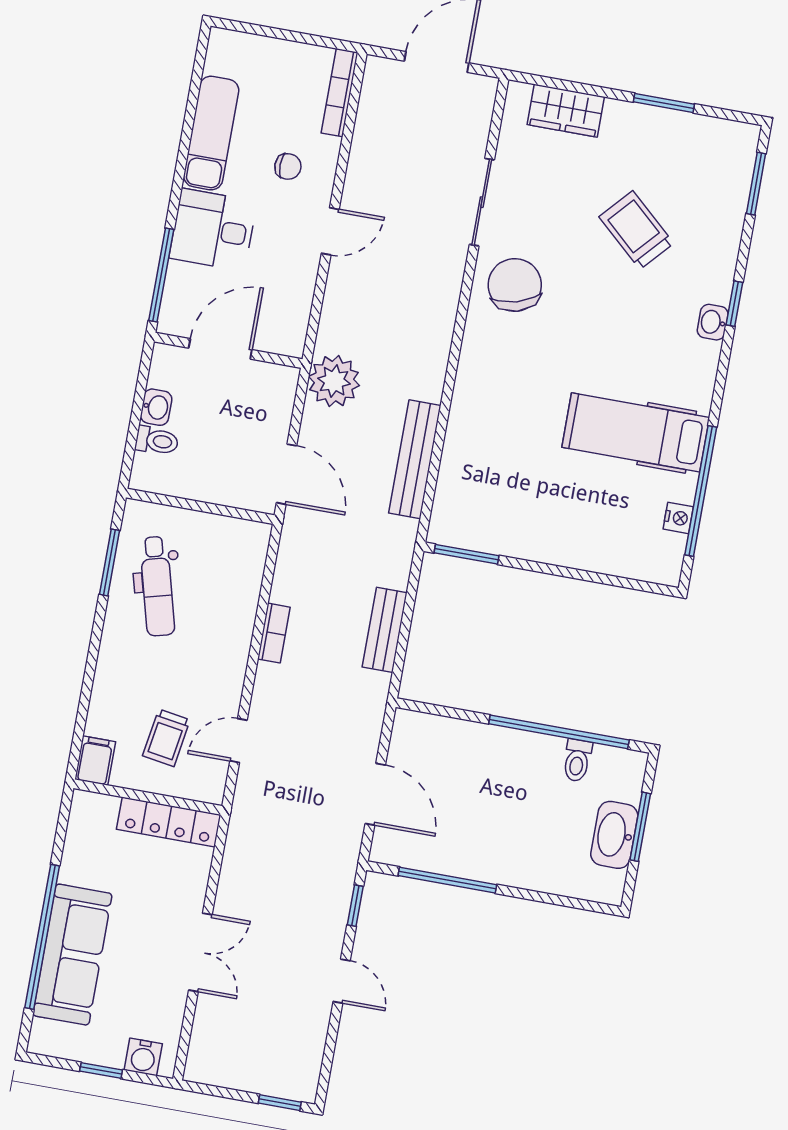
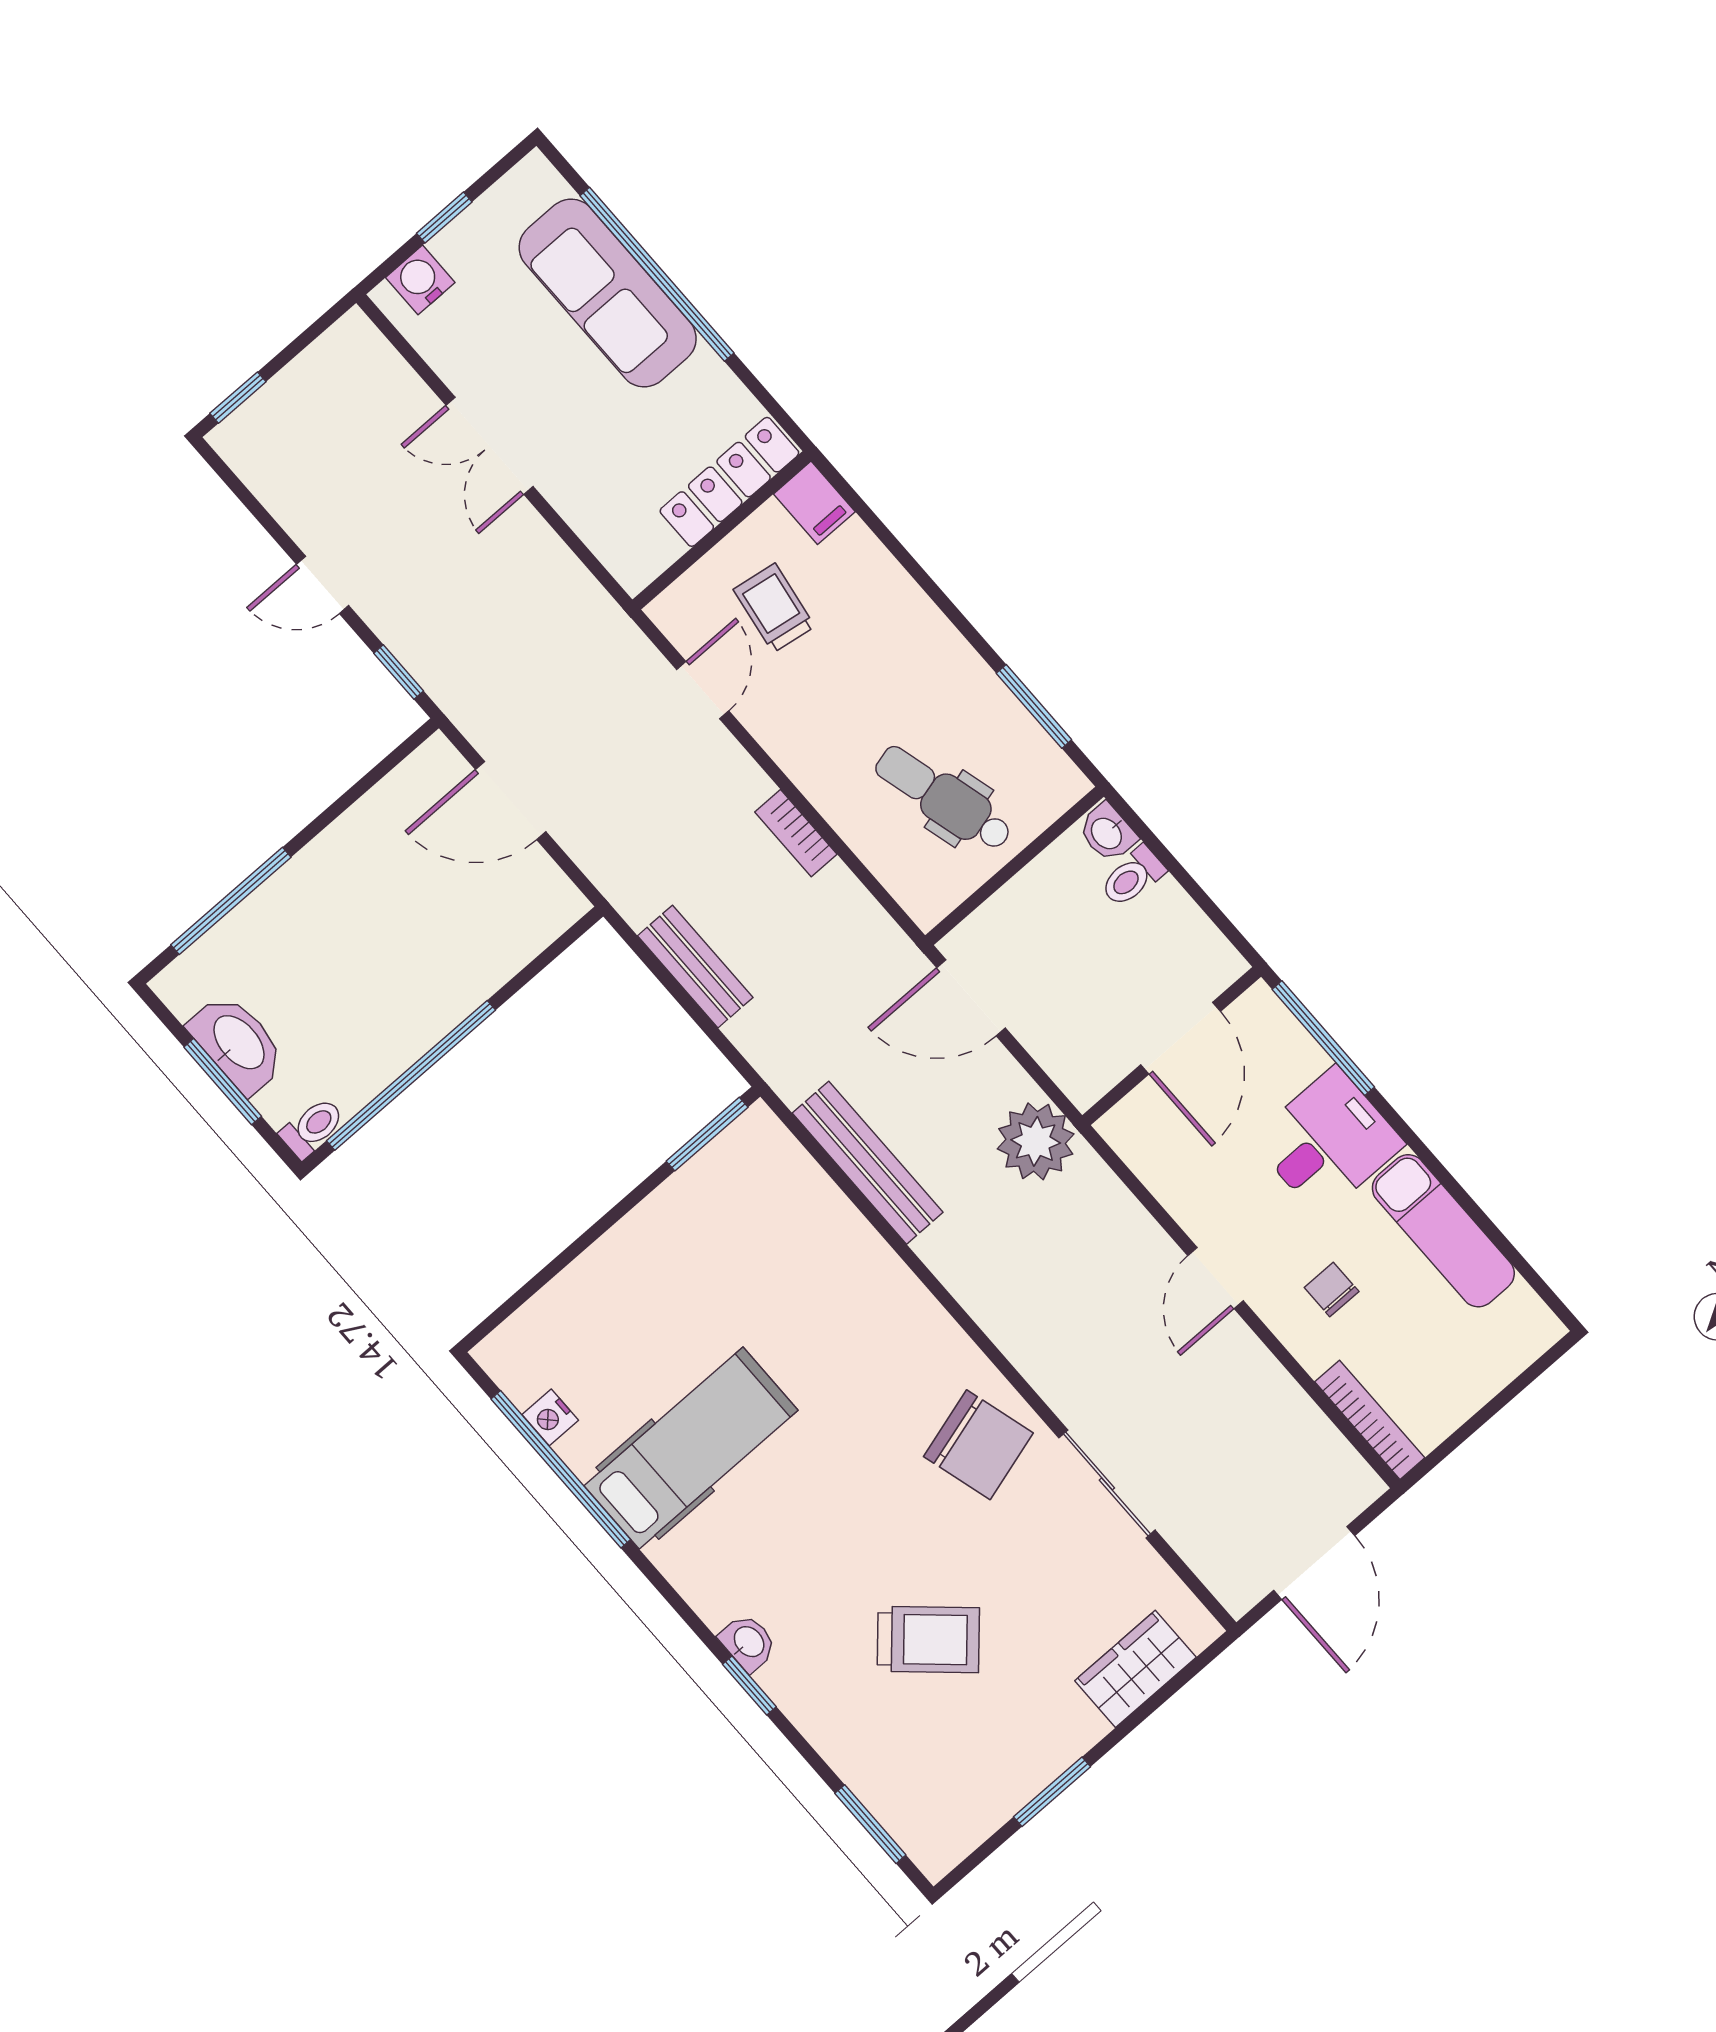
chair: (288, 166) -> (1332, 1290), turned 90
washbasin: (156, 407) -> (1107, 833), moved
dental chair: (157, 586) -> (944, 798), moved
toilet: (577, 760) -> (312, 1128), moved, turned 90
locker: (169, 822) -> (729, 482), moved
window: (447, 880) -> (231, 901), moved

